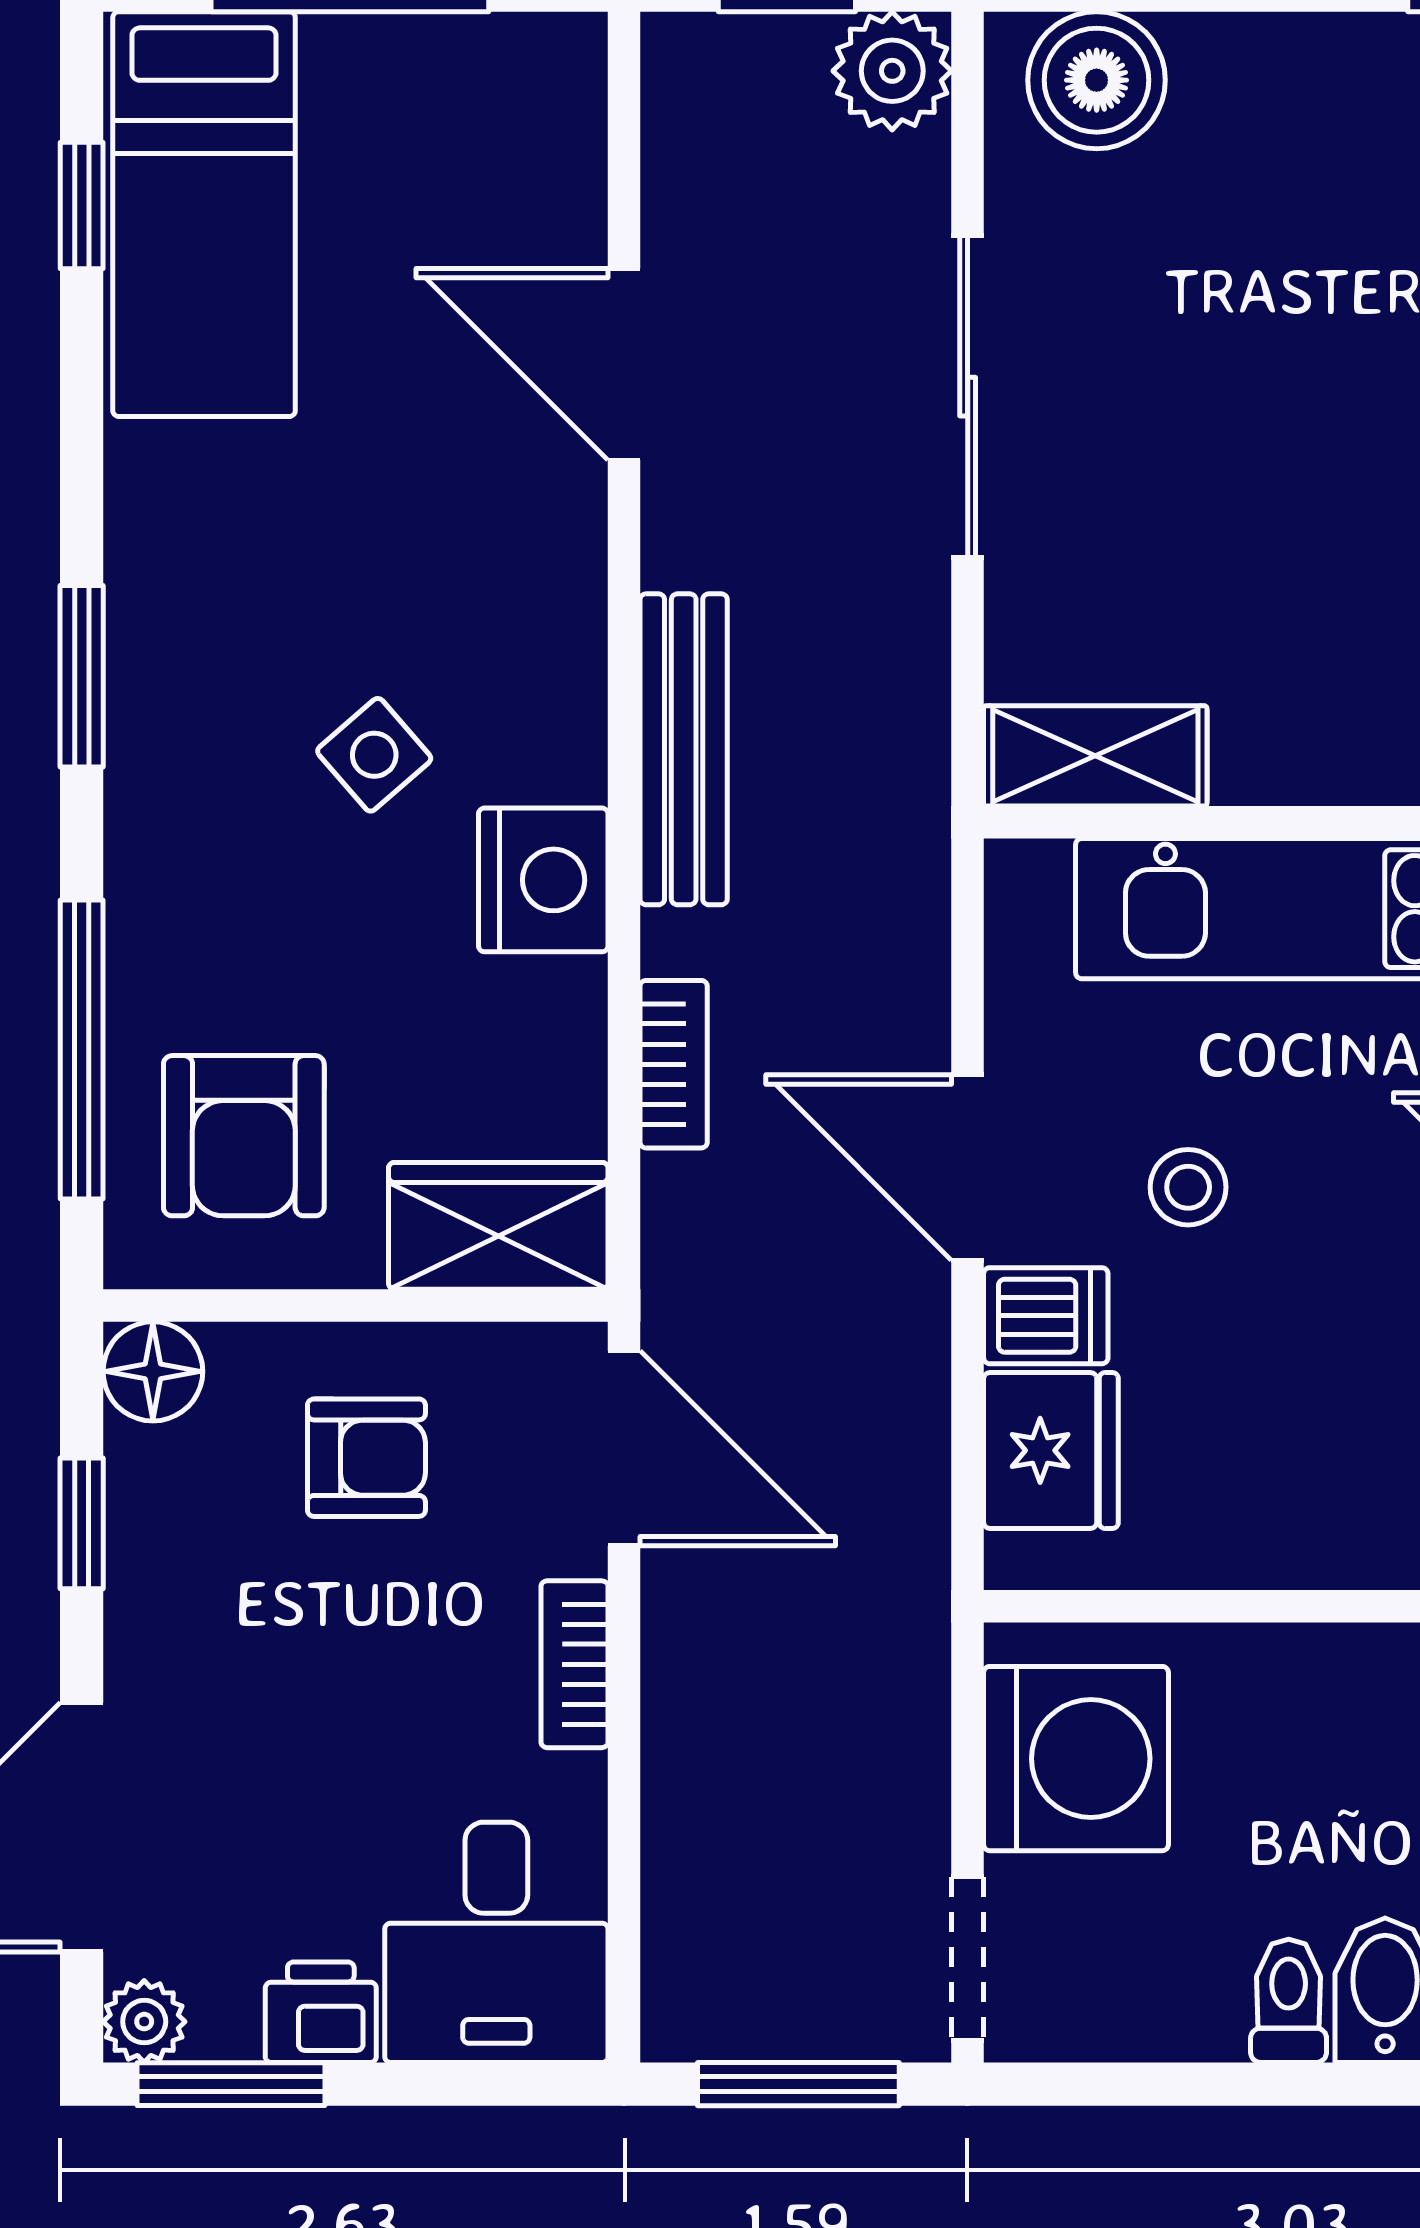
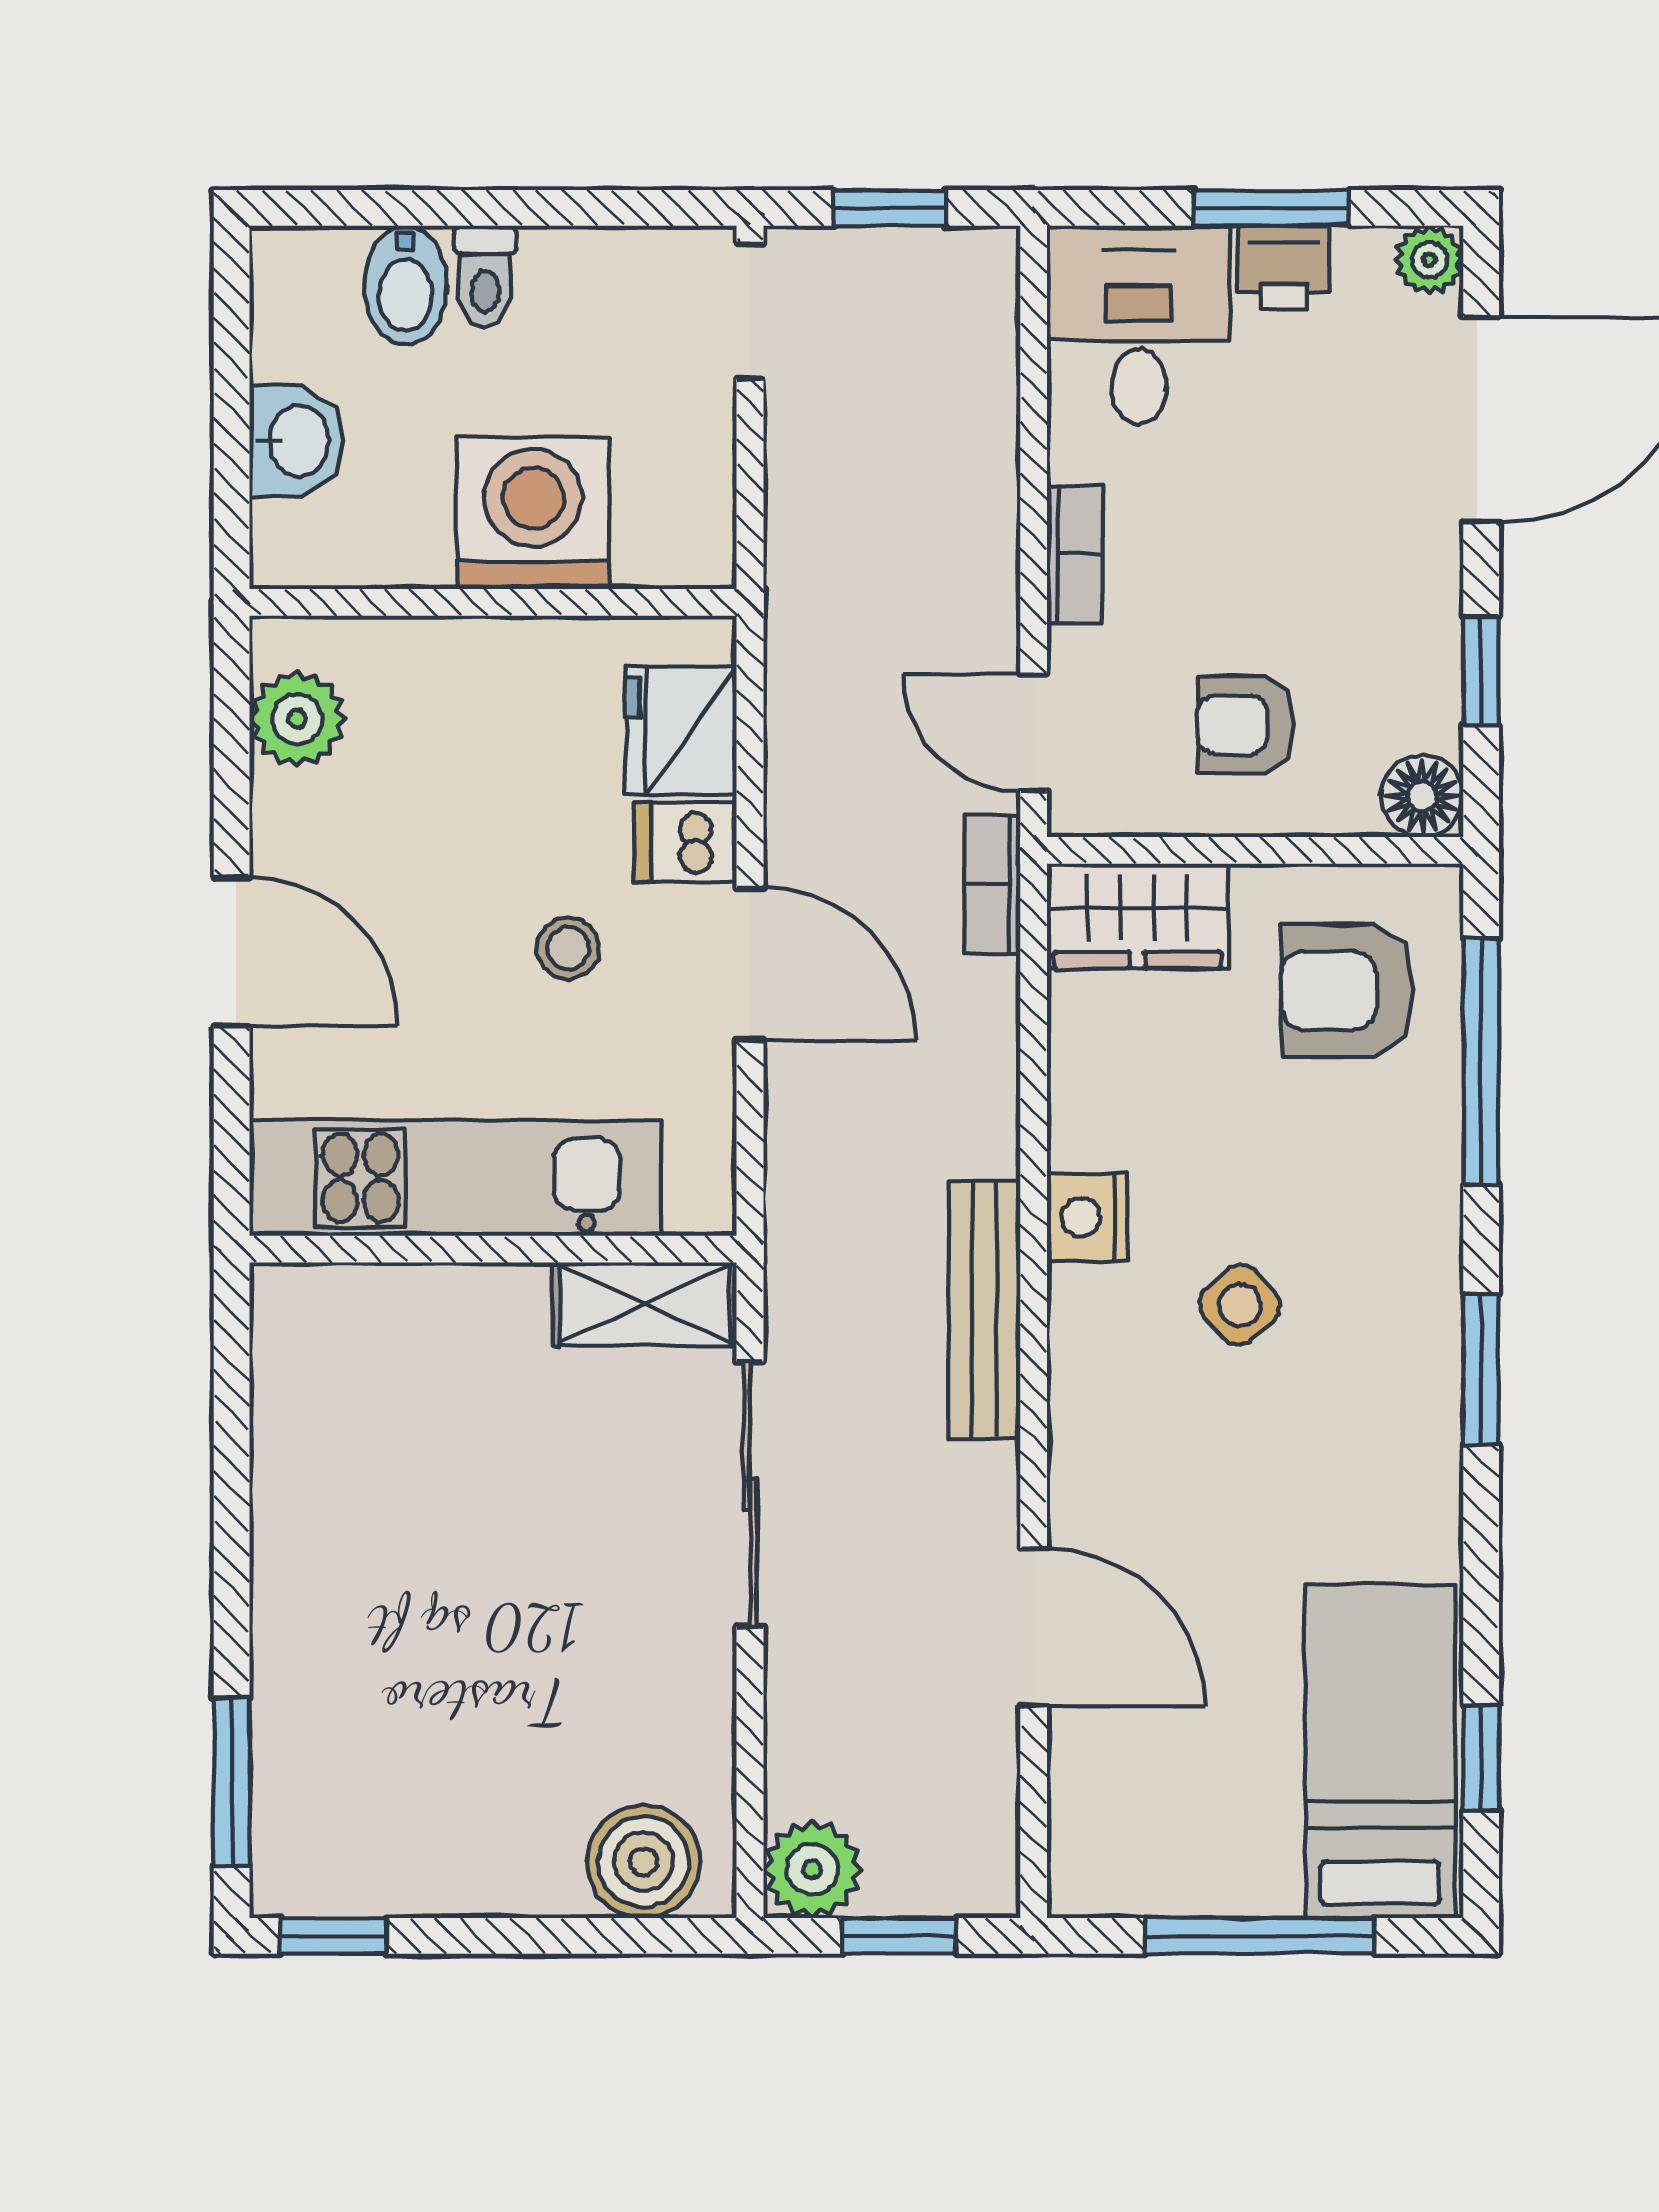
sliding door: (968, 397) -> (750, 1494), moved
nightstand: (543, 880) -> (1087, 1217), width x0.74, depth x0.75
bookcase: (674, 1064) -> (993, 884), moved
armchair: (244, 1136) -> (1347, 991), turned -90
door: (624, 1448) -> (1034, 733), width x0.73
washing machine: (1076, 1759) -> (533, 513), moved, turned 90
window: (231, 2084) -> (1271, 208), moved
window: (798, 2084) -> (890, 208), width x0.67

